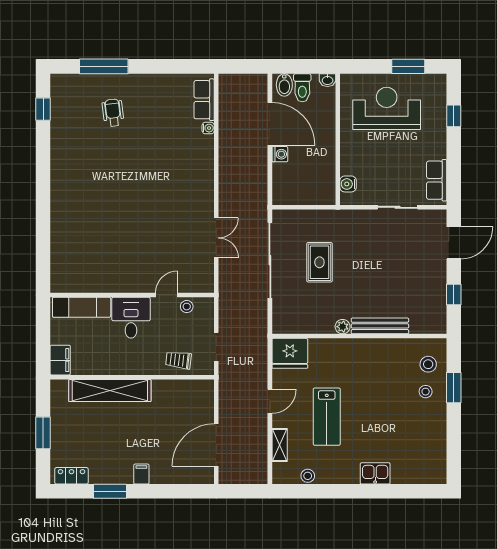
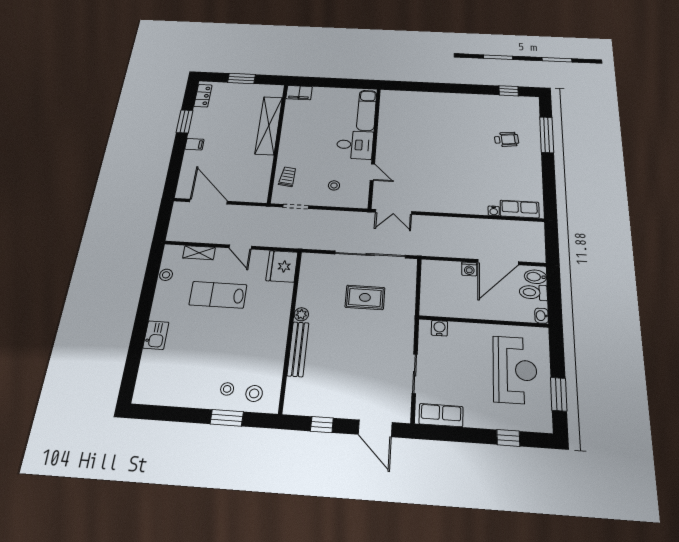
wall: (132, 295) -> (374, 147), moved
door: (167, 295) -> (372, 172), moved
exam couch: (82, 307) -> (367, 110), moved
desk: (131, 318) -> (355, 145), moved

